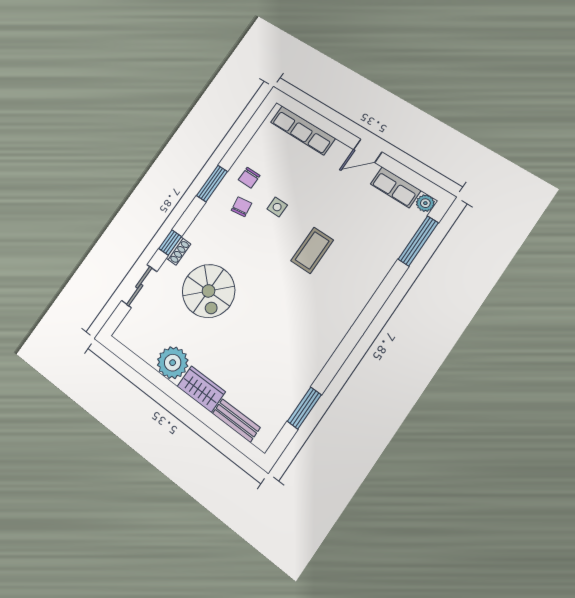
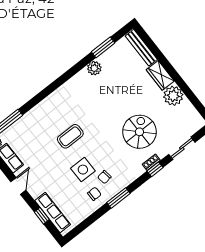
window: (317, 120) -> (42, 216), added
door: (368, 151) -> (18, 186), hinge flipped
side table: (277, 207) -> (83, 170), width x1.87, depth x1.87
plant: (308, 370) -> (94, 68), added
bench: (236, 420) -> (141, 48), width x1.36

